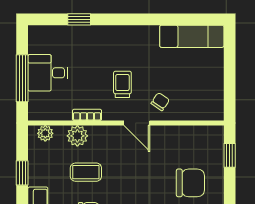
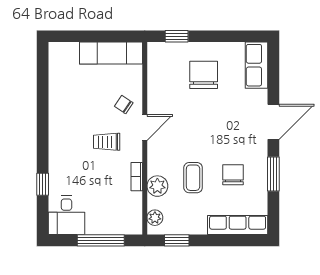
exam couch: (192, 36) -> (111, 53), moved, turned 90
desk: (48, 73) -> (66, 215), moved
window: (22, 173) -> (177, 240), moved

